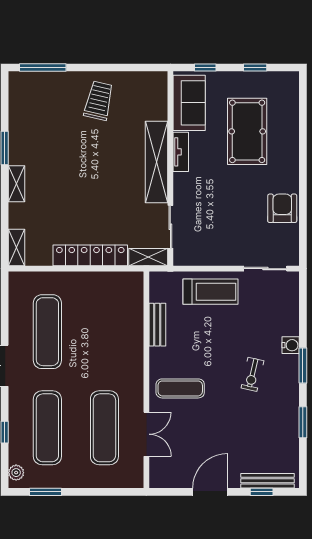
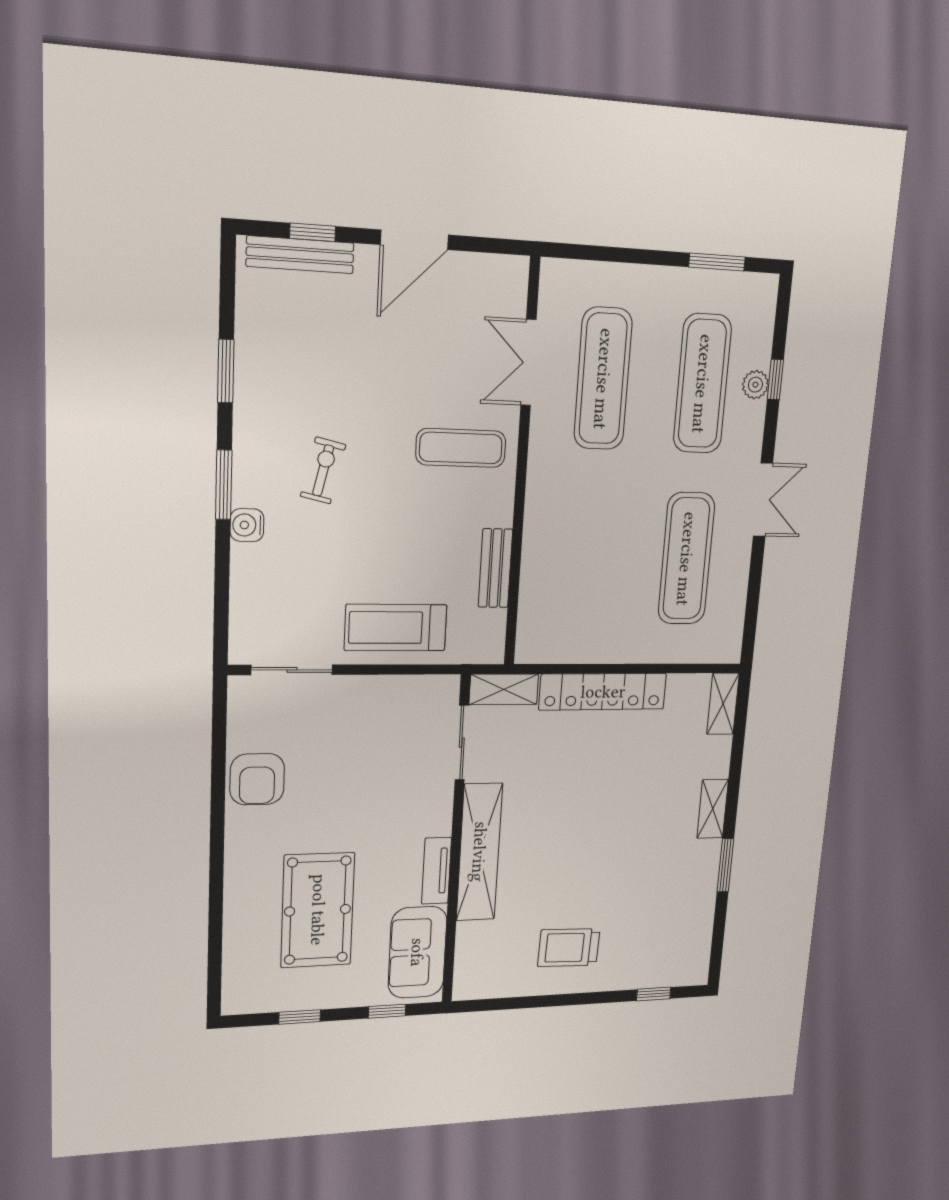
window: (43, 68) -> (654, 994), width x0.46
trolley: (99, 101) -> (569, 948), turned 79
plant: (16, 473) -> (755, 385), moved

